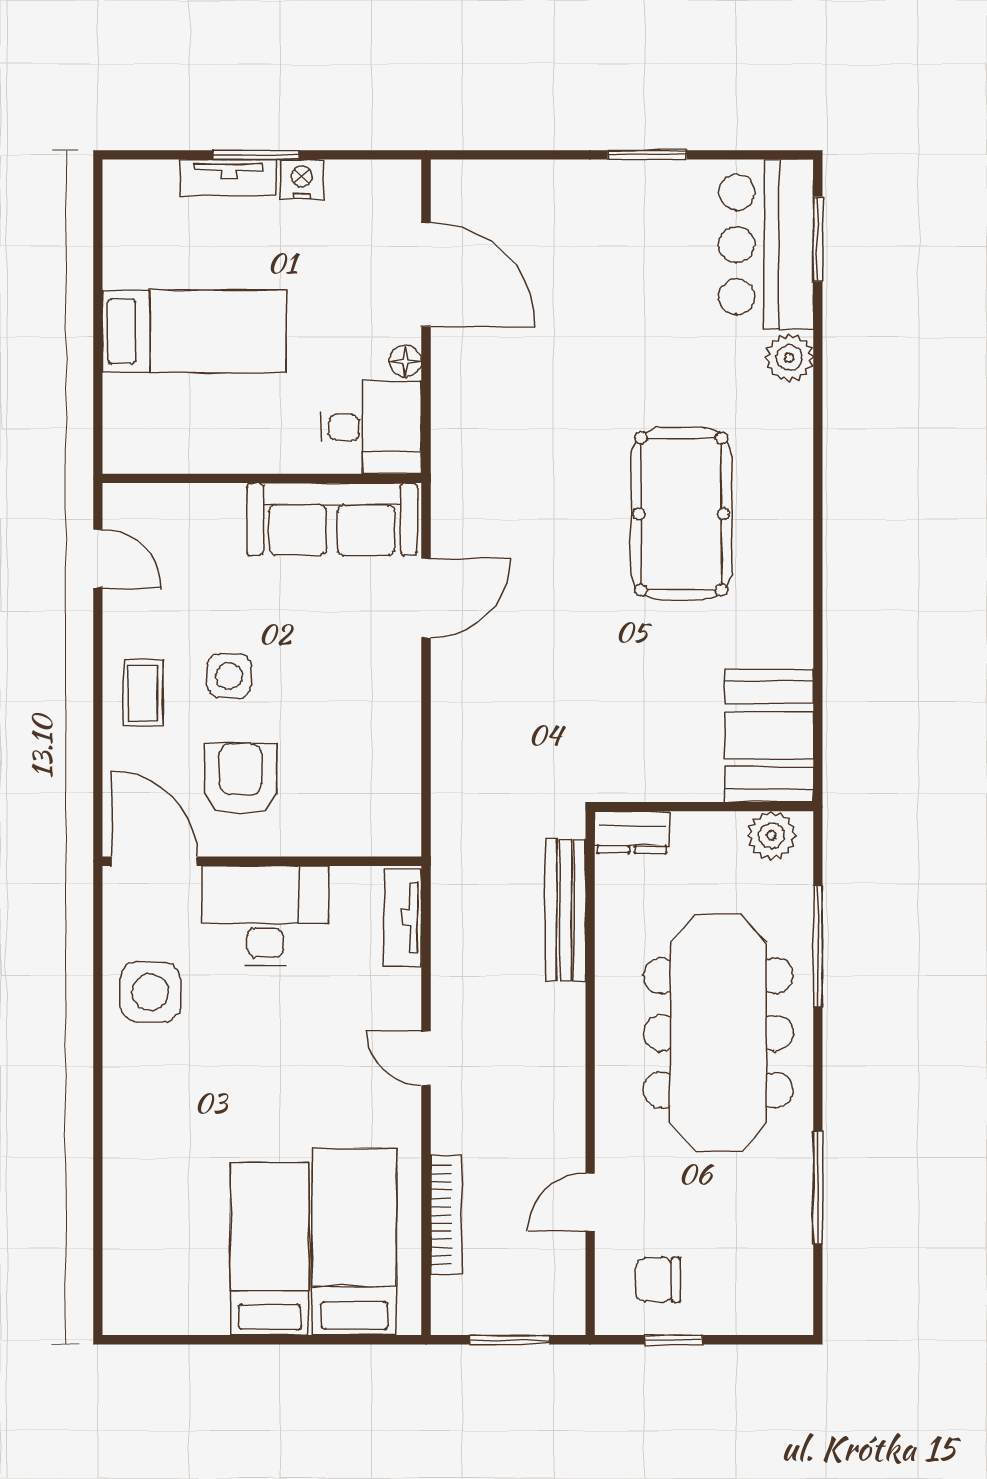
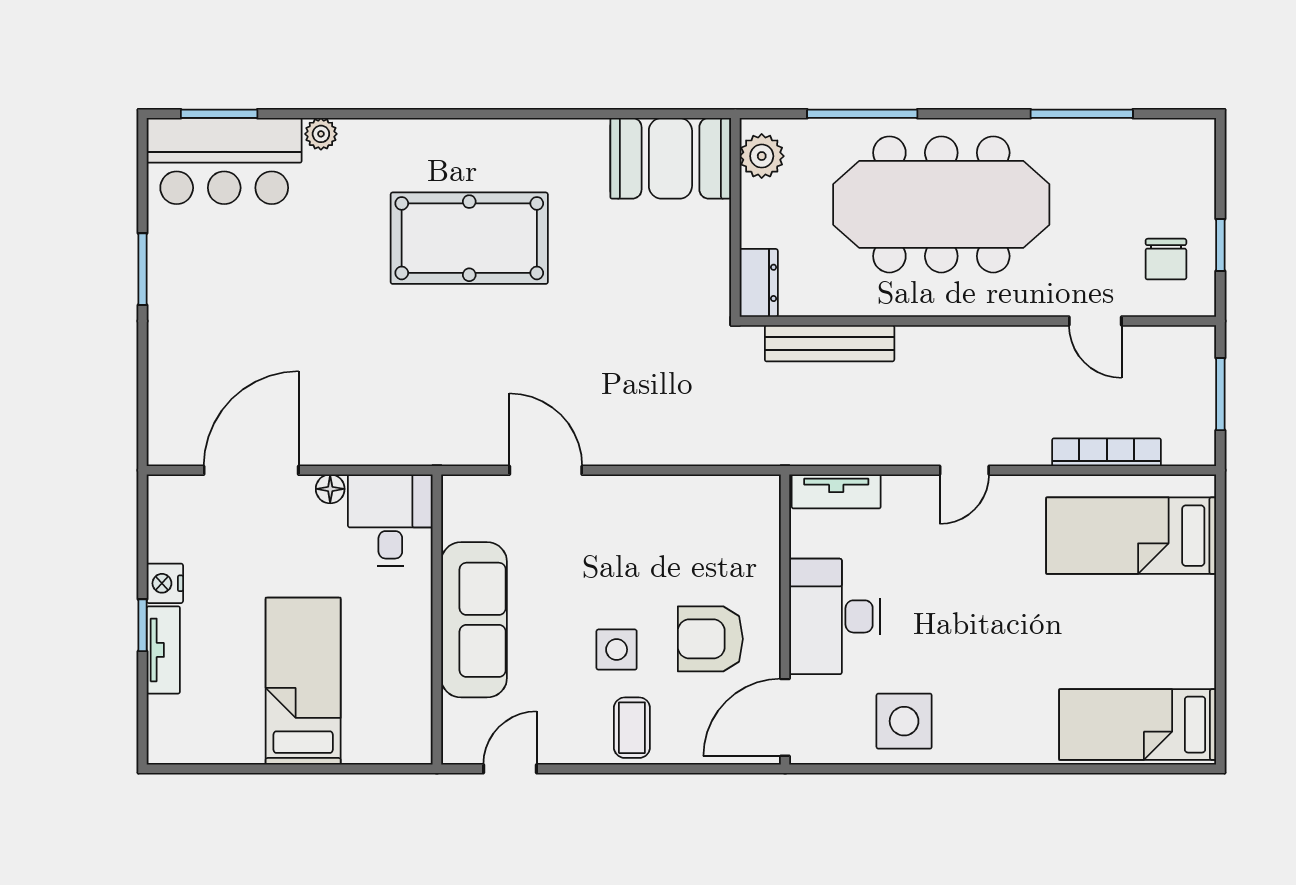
window: (256, 155) -> (143, 625), width x0.67
plant: (789, 358) -> (321, 134), width x0.73, depth x0.73
sofa: (332, 519) -> (474, 620), moved
coffee table: (143, 693) -> (632, 728), turned 90
bed: (270, 1249) -> (1138, 725), moved

